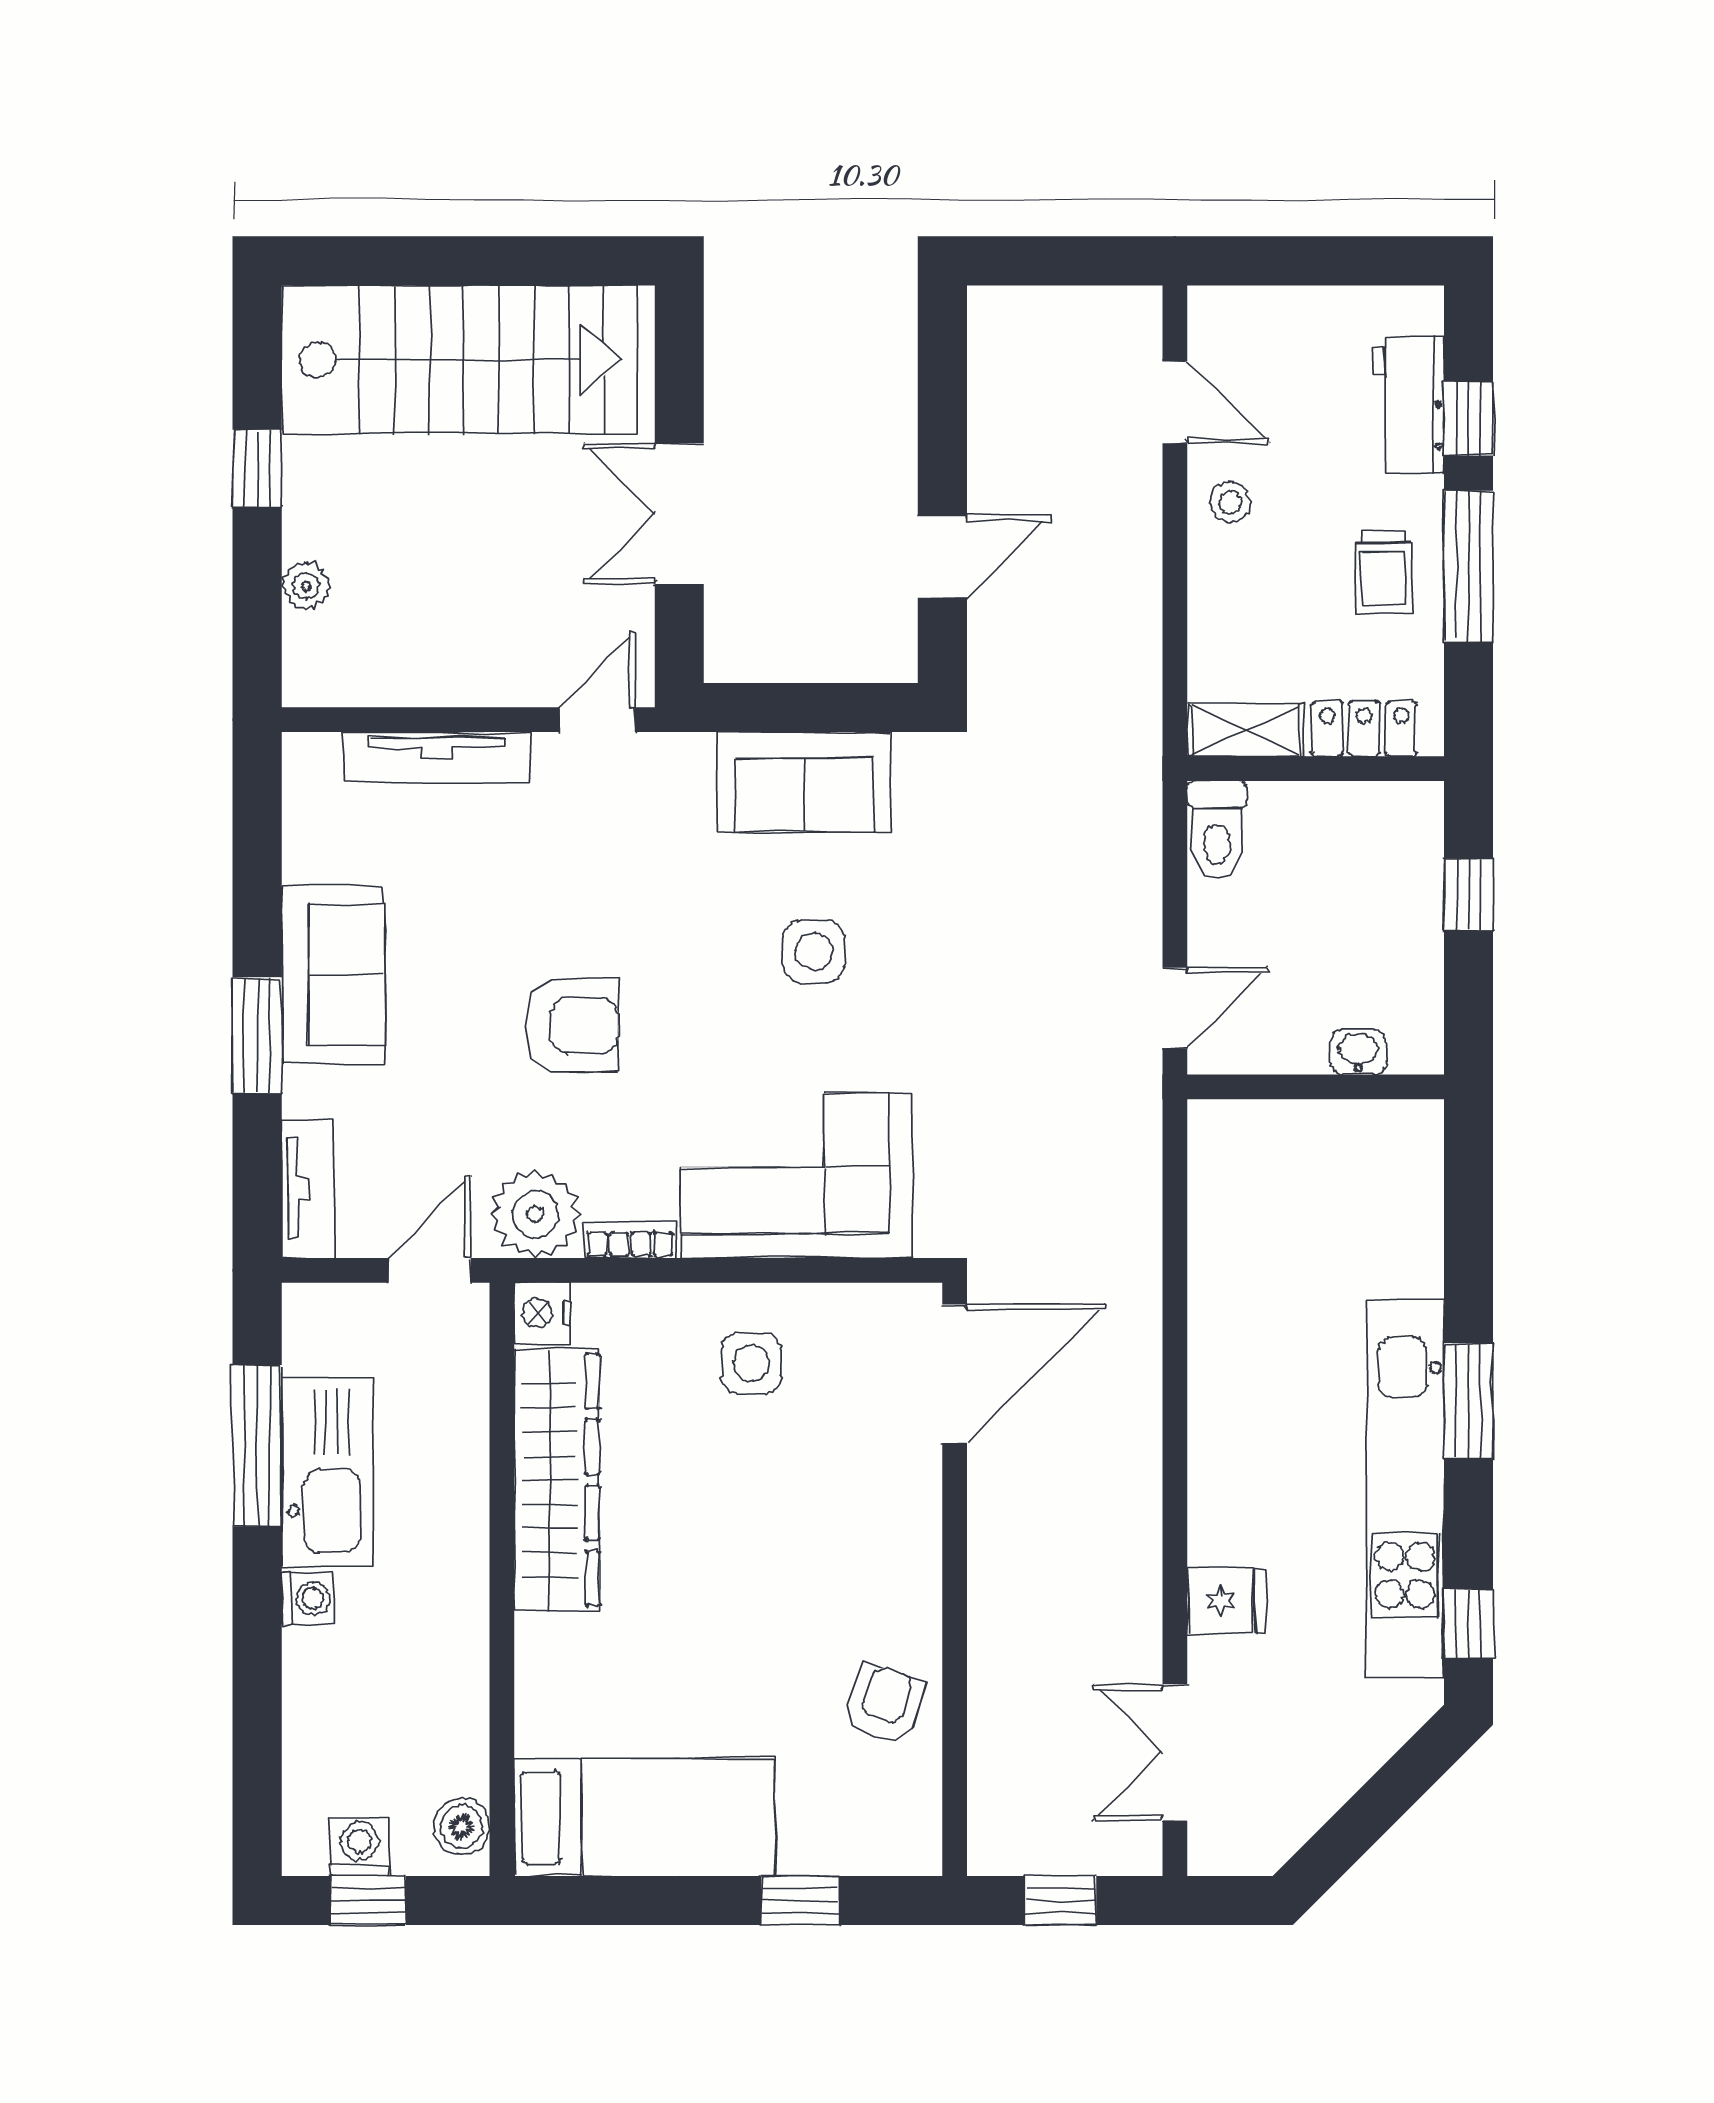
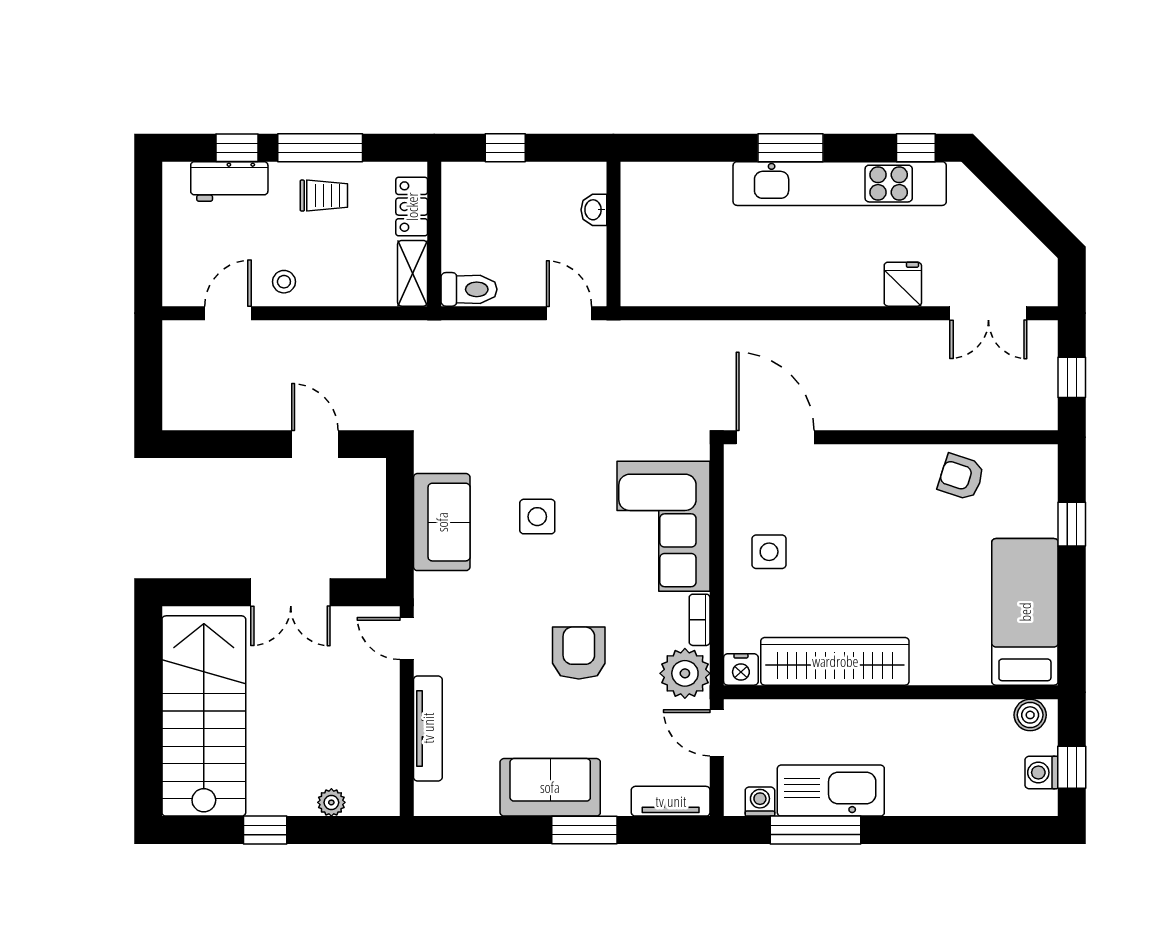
washing machine: (308, 1599) -> (760, 802), moved

